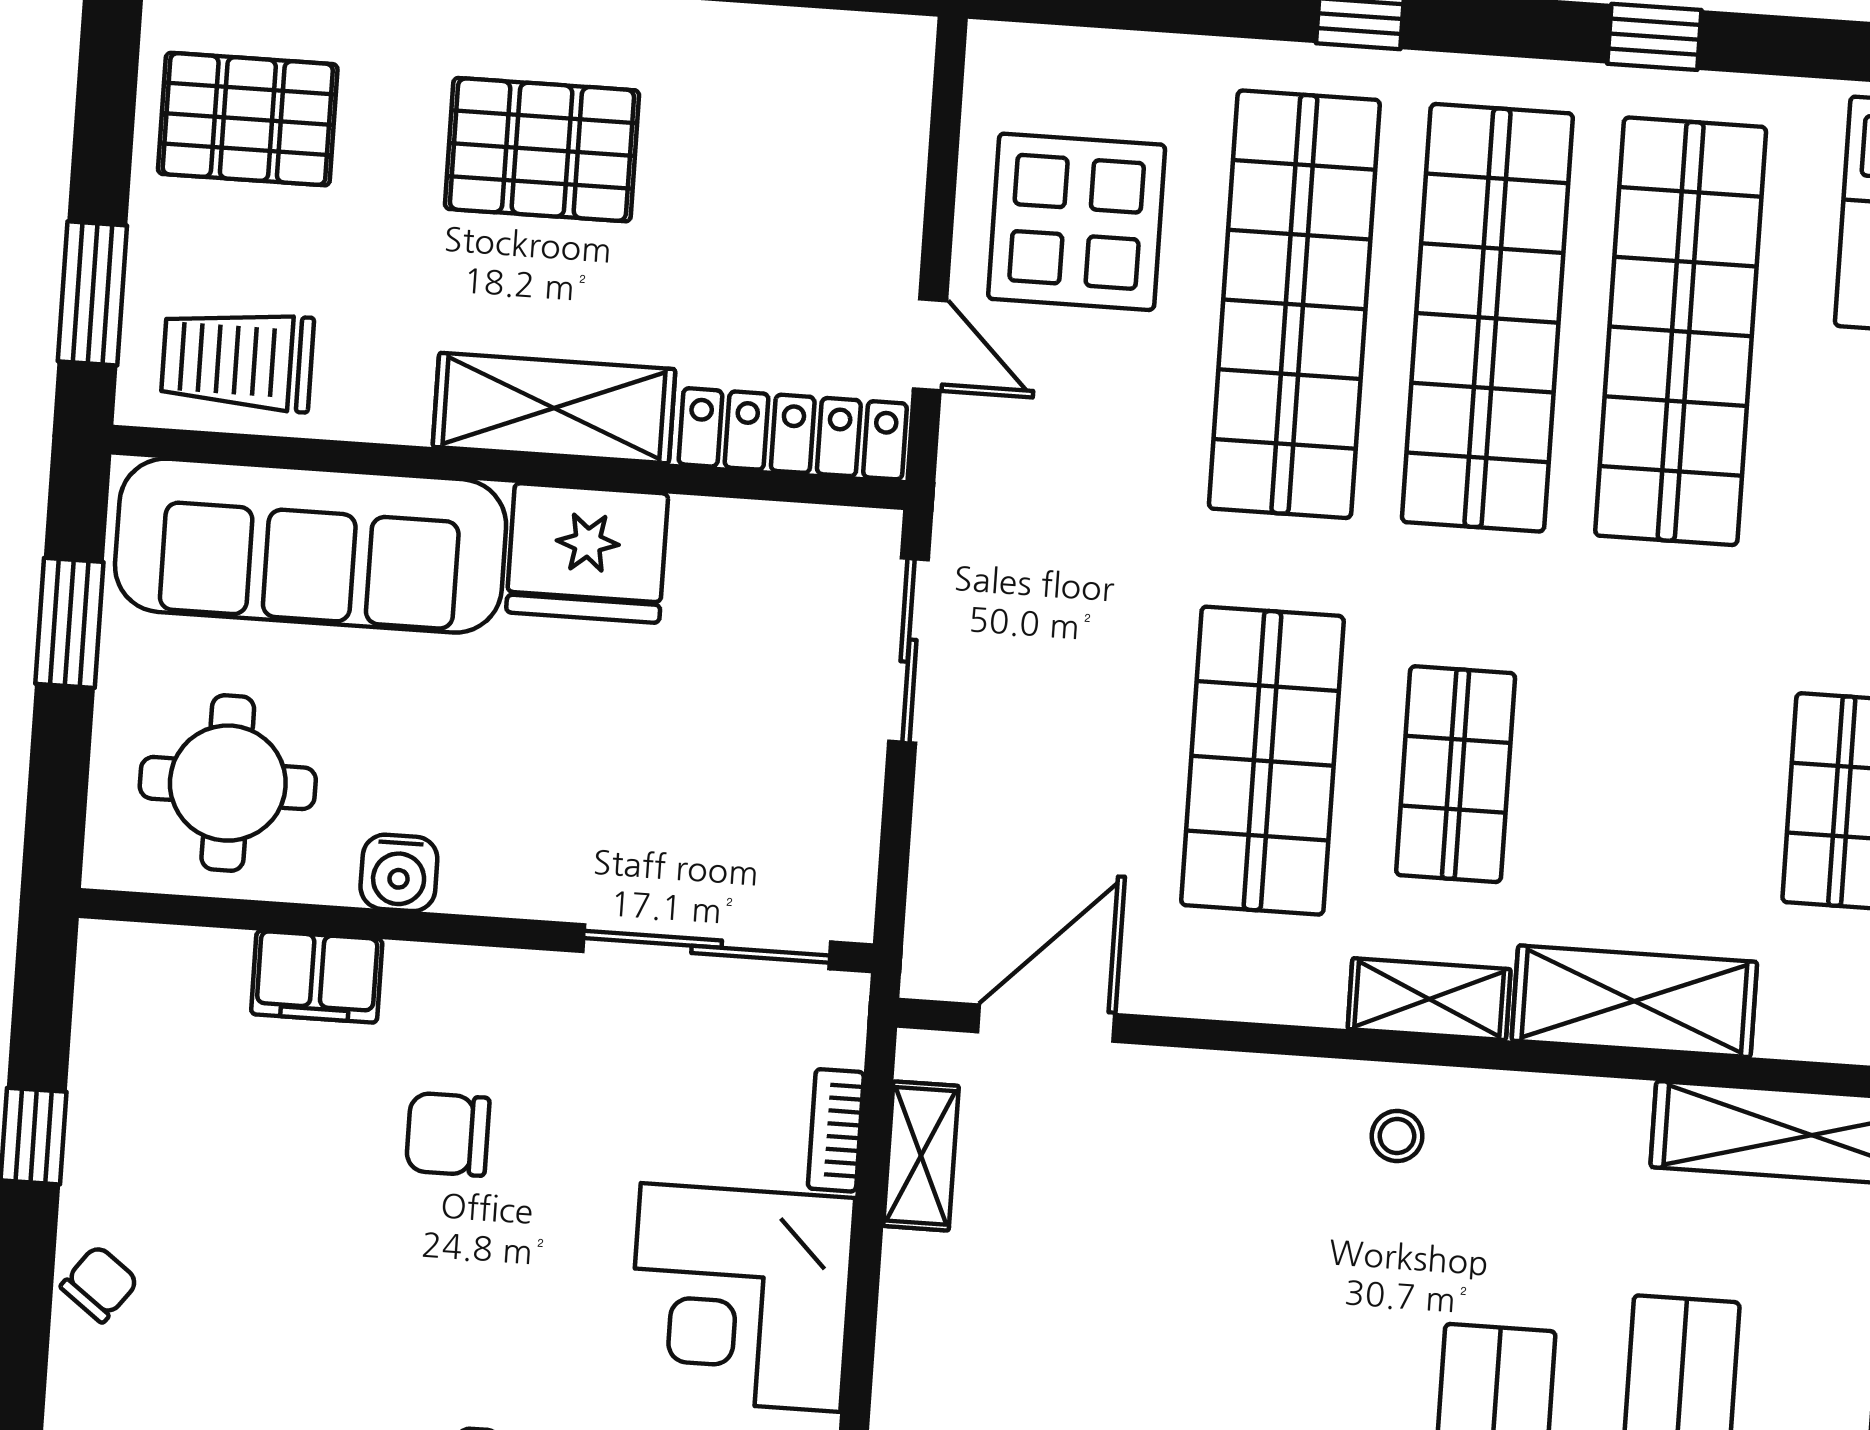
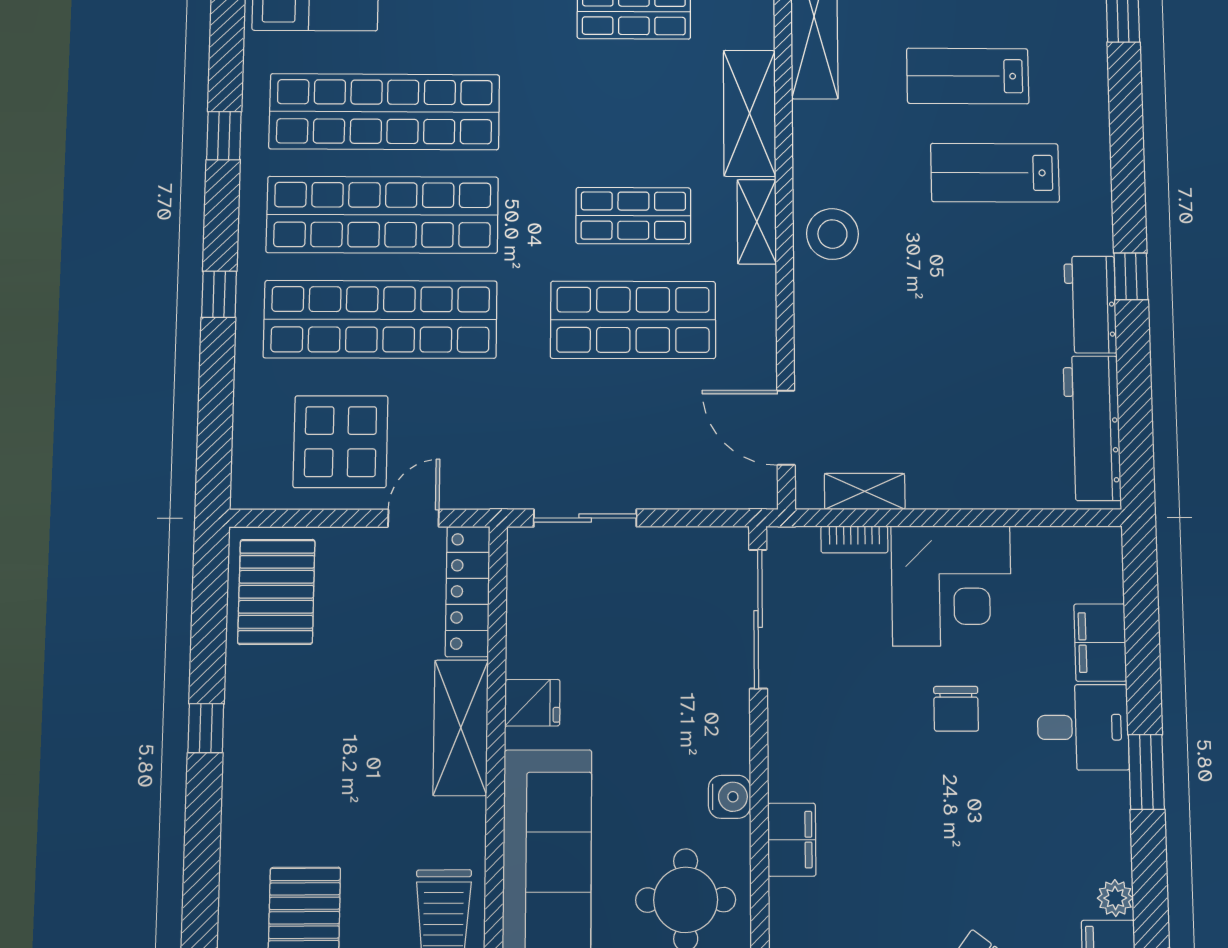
pallet: (542, 150) -> (276, 592), moved
fridge: (587, 553) -> (532, 703), width x0.53, depth x0.75
chair: (448, 1134) -> (956, 709), moved
stool: (1397, 1136) -> (832, 234), width x1.89, depth x1.89

